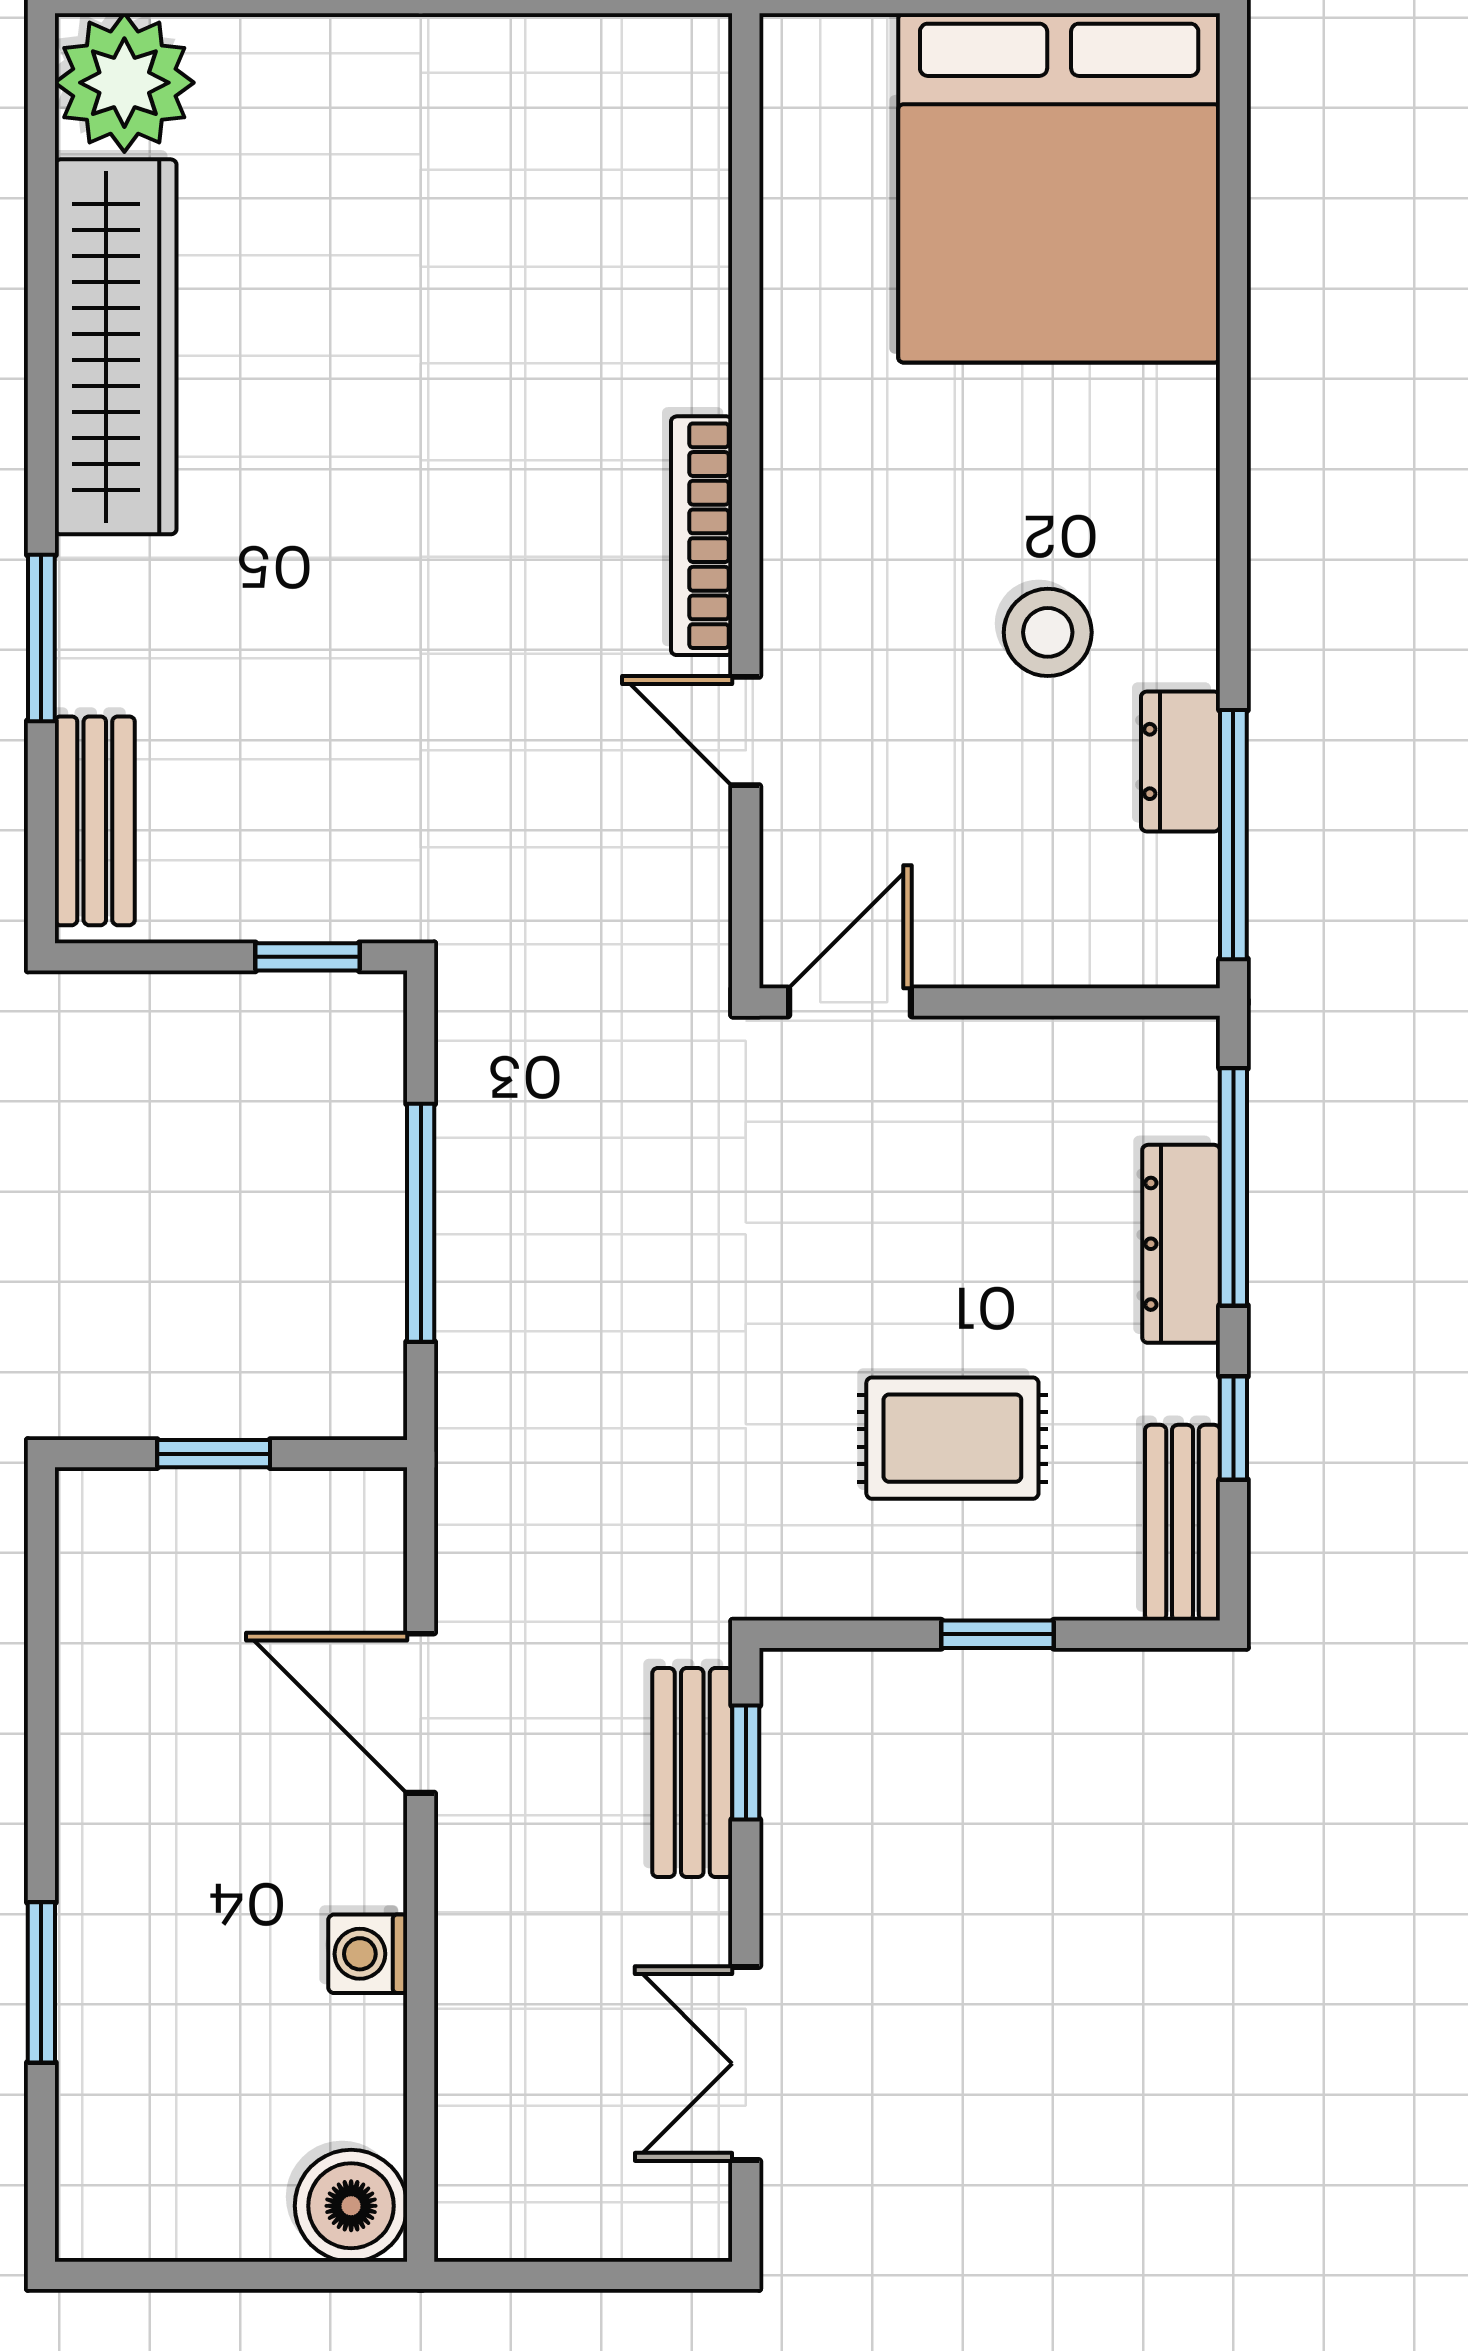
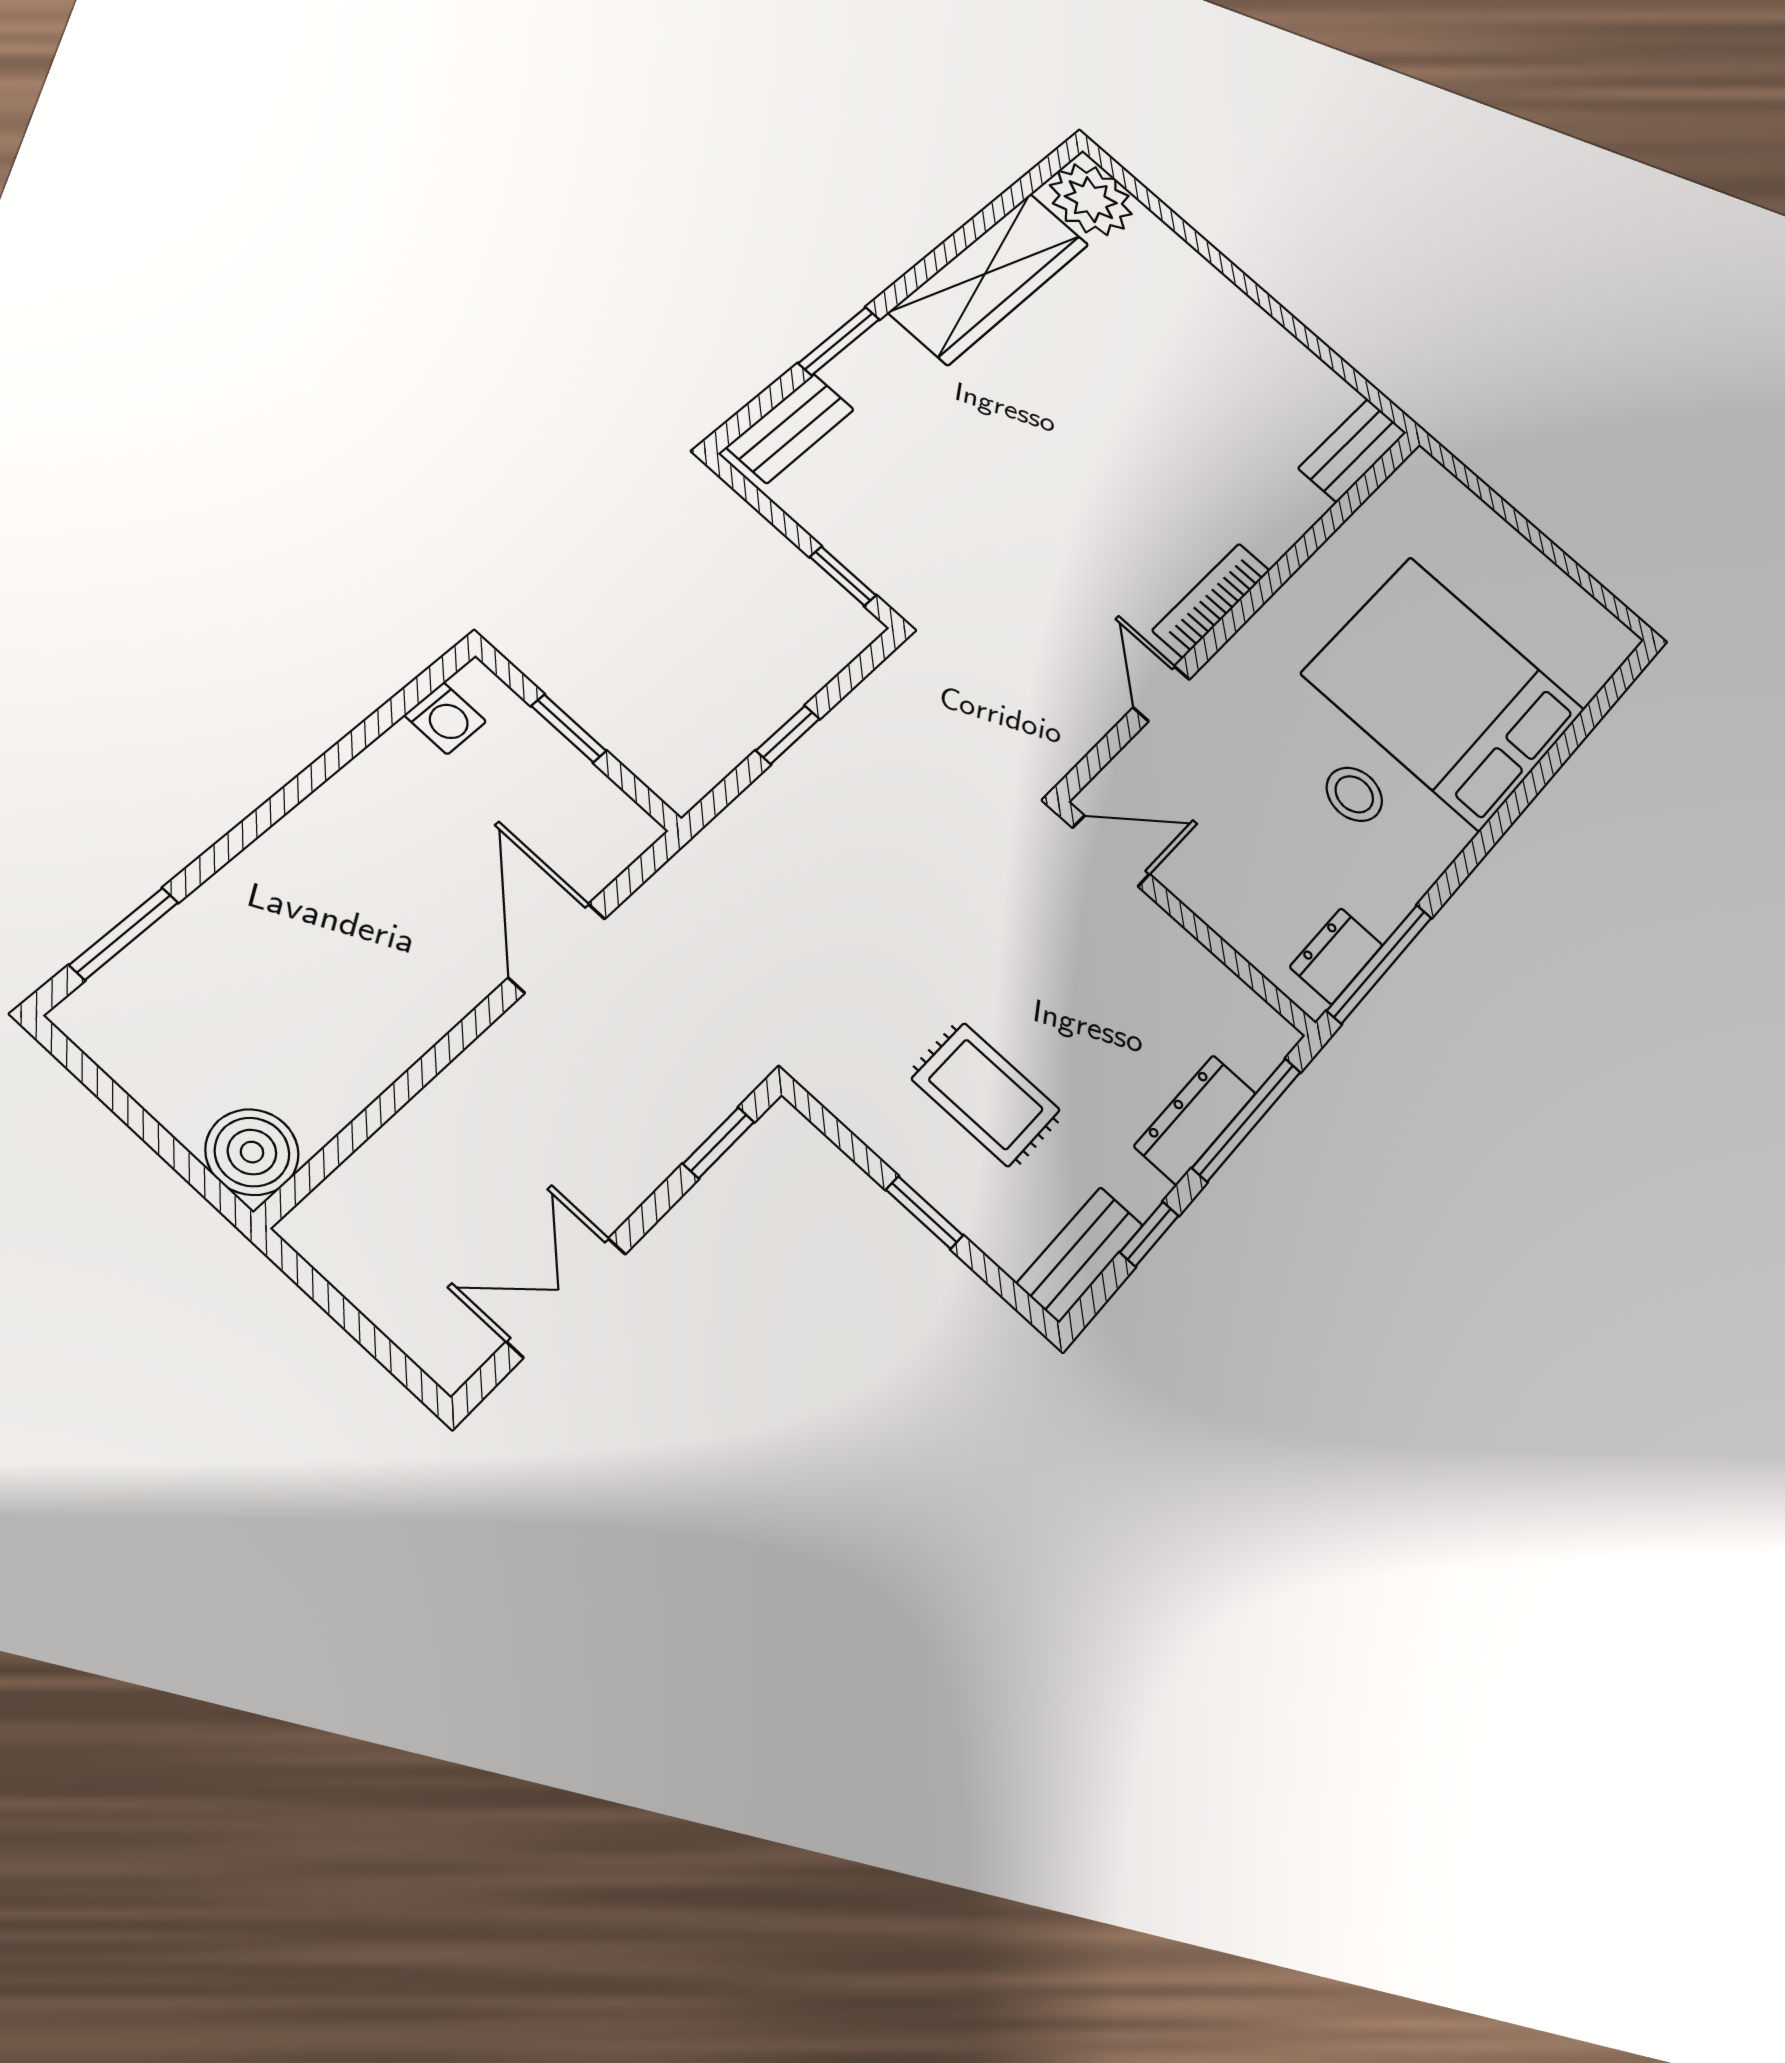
bed: (1059, 188) -> (1444, 692), moved, turned 90
dresser: (1180, 761) -> (1336, 956), moved
window: (421, 1223) -> (788, 735), width x0.46
bench: (692, 1773) -> (1353, 450), moved
washing machine: (368, 1954) -> (445, 718), moved, turned 180
window: (41, 1982) -> (124, 934), moved

